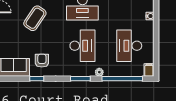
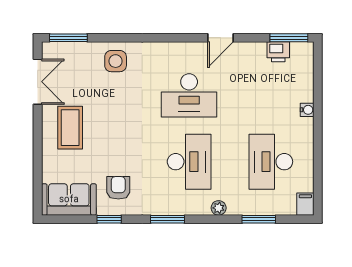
coffee table: (35, 18) -> (70, 128), moved, turned -34
window: (80, 79) -> (168, 219), moved
window: (122, 79) -> (259, 219), width x0.47

